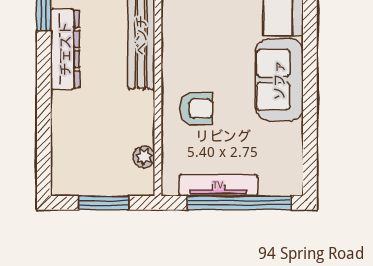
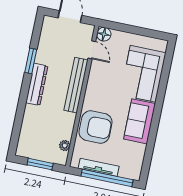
armchair: (196, 108) -> (96, 127), width x1.88, depth x1.88

